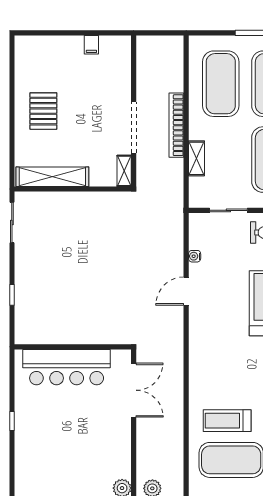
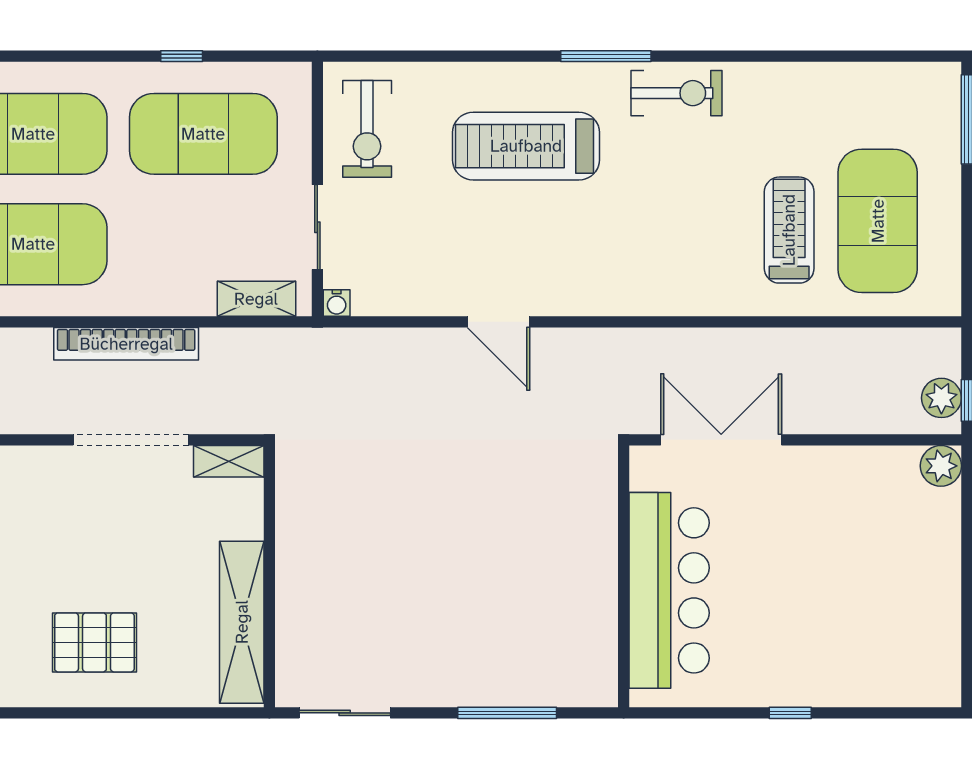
shelving: (197, 158) -> (256, 299), moved
water cooler: (195, 256) -> (337, 303), moved
window: (12, 295) -> (507, 713), width x2.17
treadmill: (227, 421) -> (789, 230), turned 180

